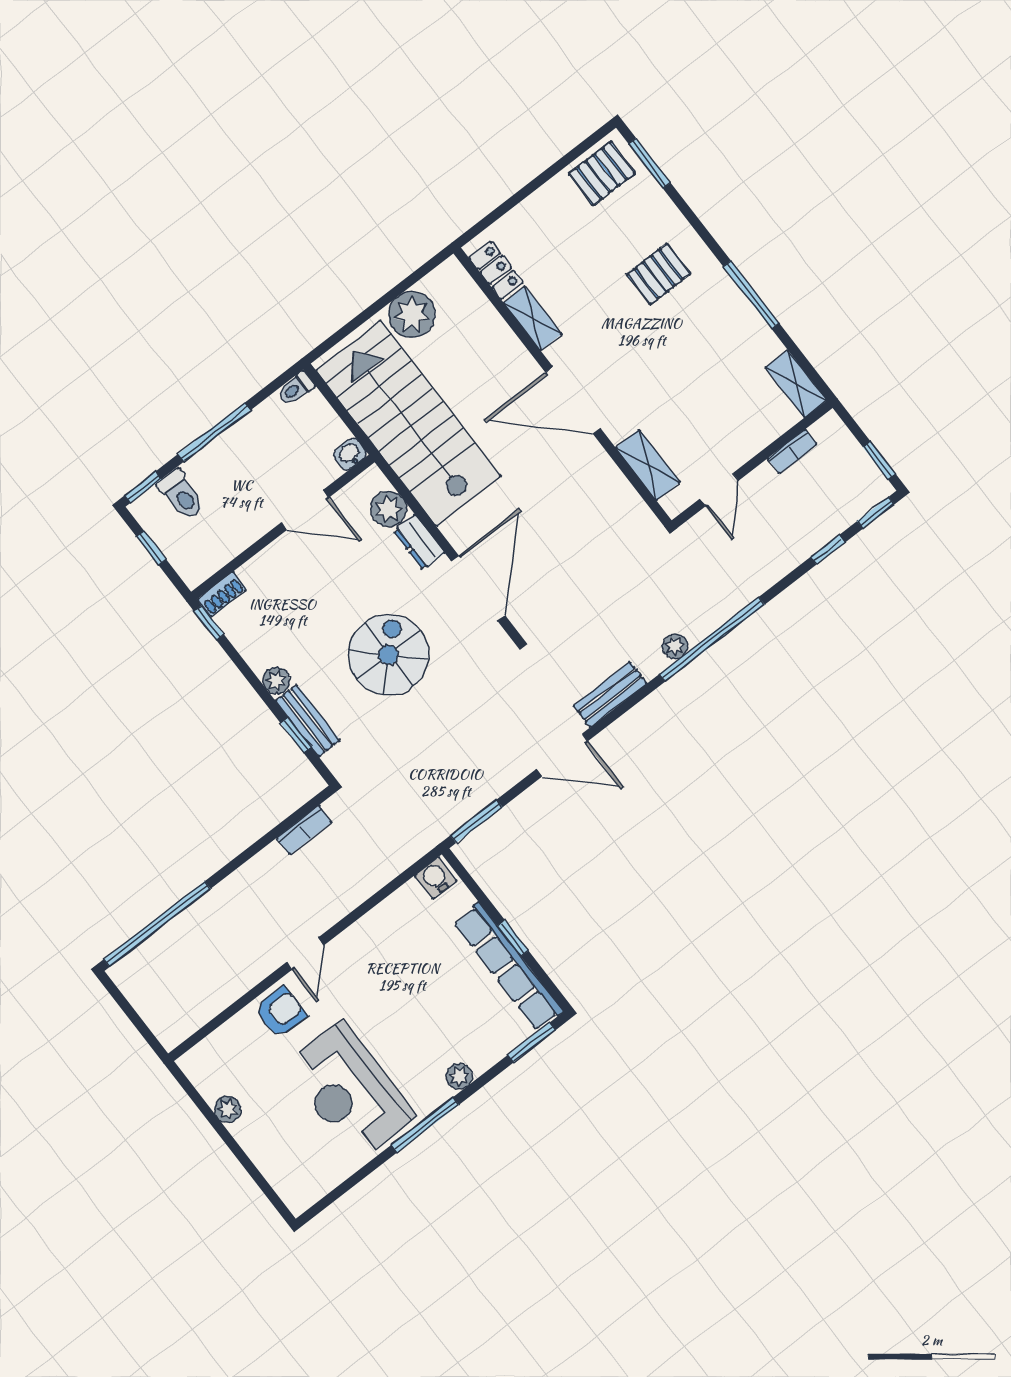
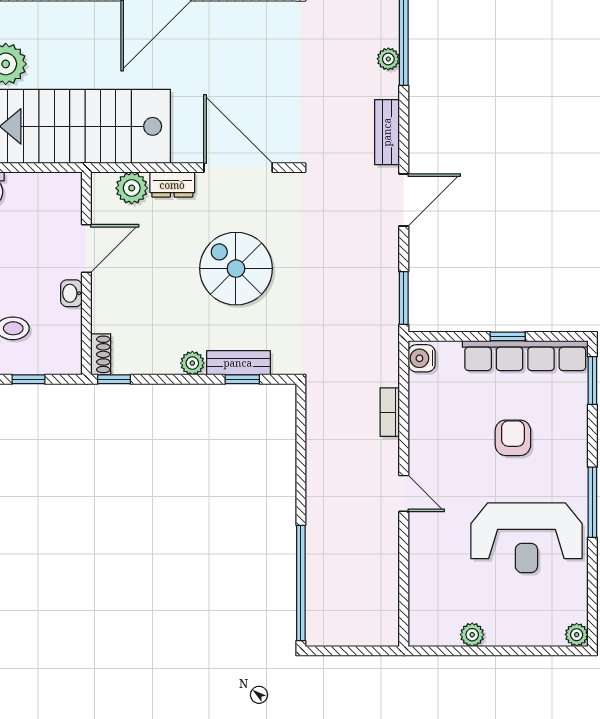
washbasin: (350, 454) -> (71, 293), moved
bookcase: (304, 830) -> (390, 412), moved, turned 180
armchair: (281, 1012) -> (513, 438), moved
plant: (459, 1076) -> (577, 635), moved

